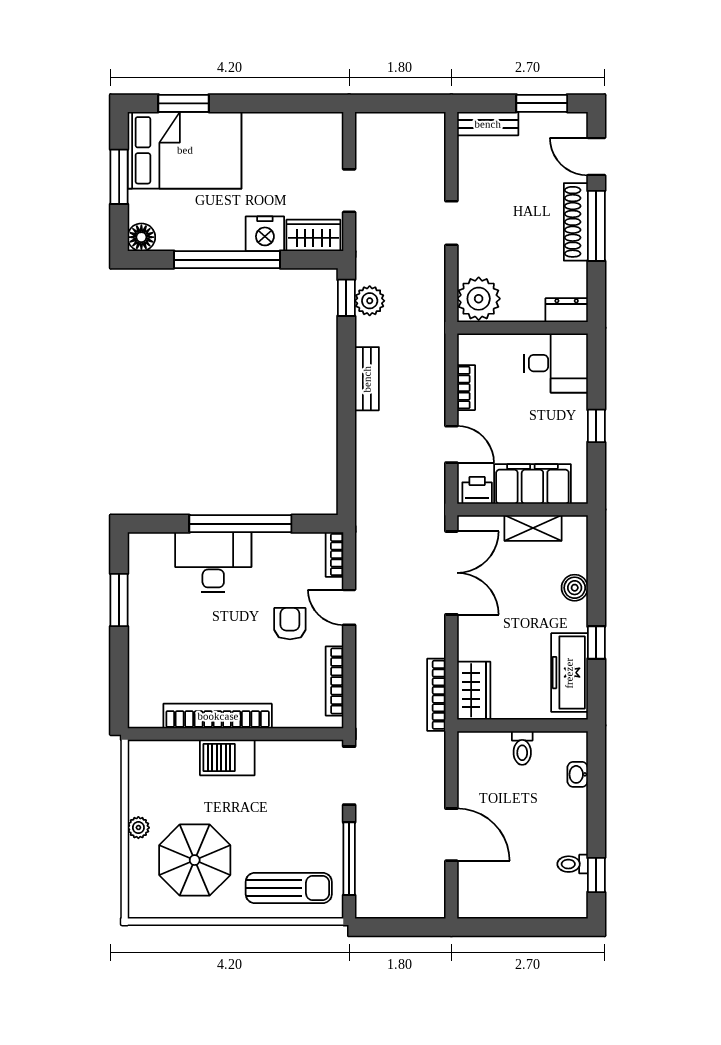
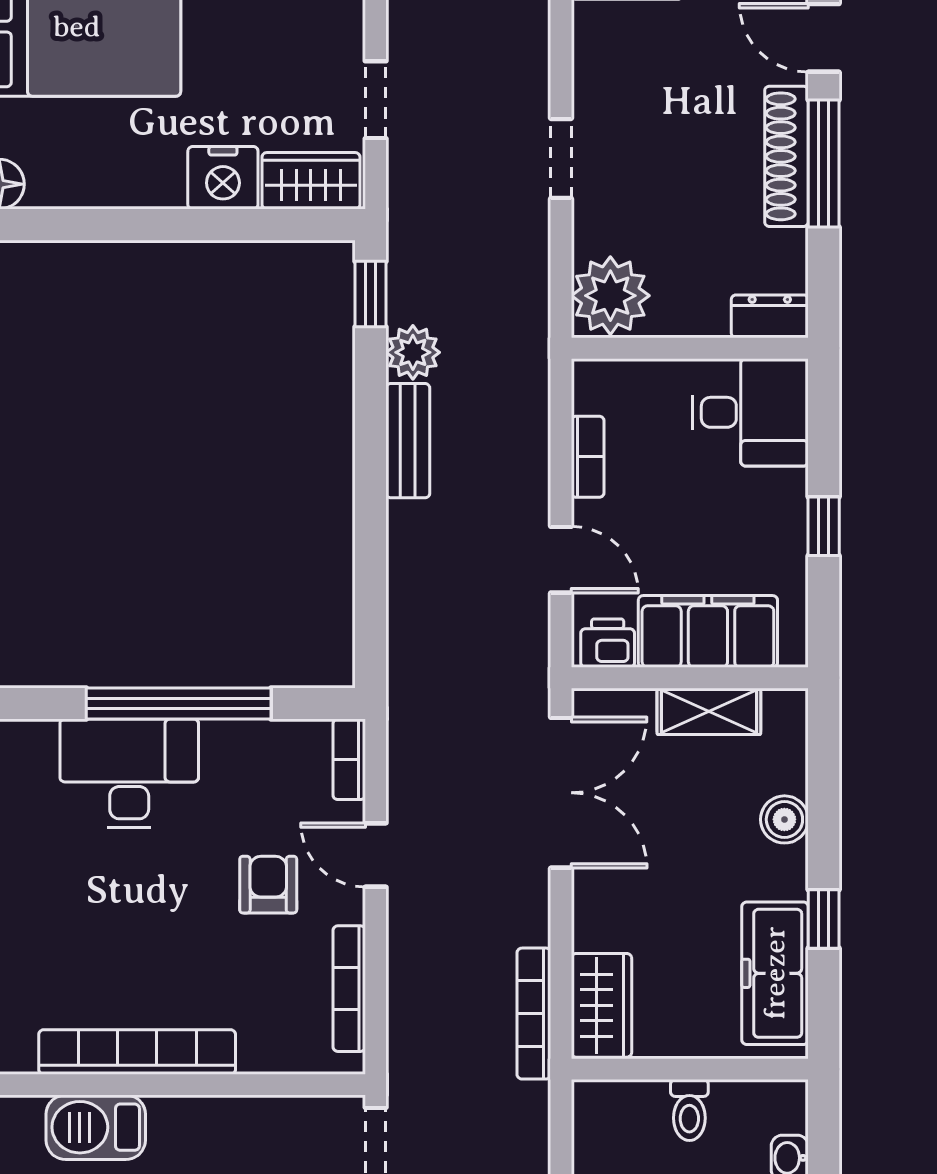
window: (227, 260) -> (154, 225), removed
plant: (370, 301) -> (413, 352), moved
barbecue: (227, 757) -> (96, 1127), moved

